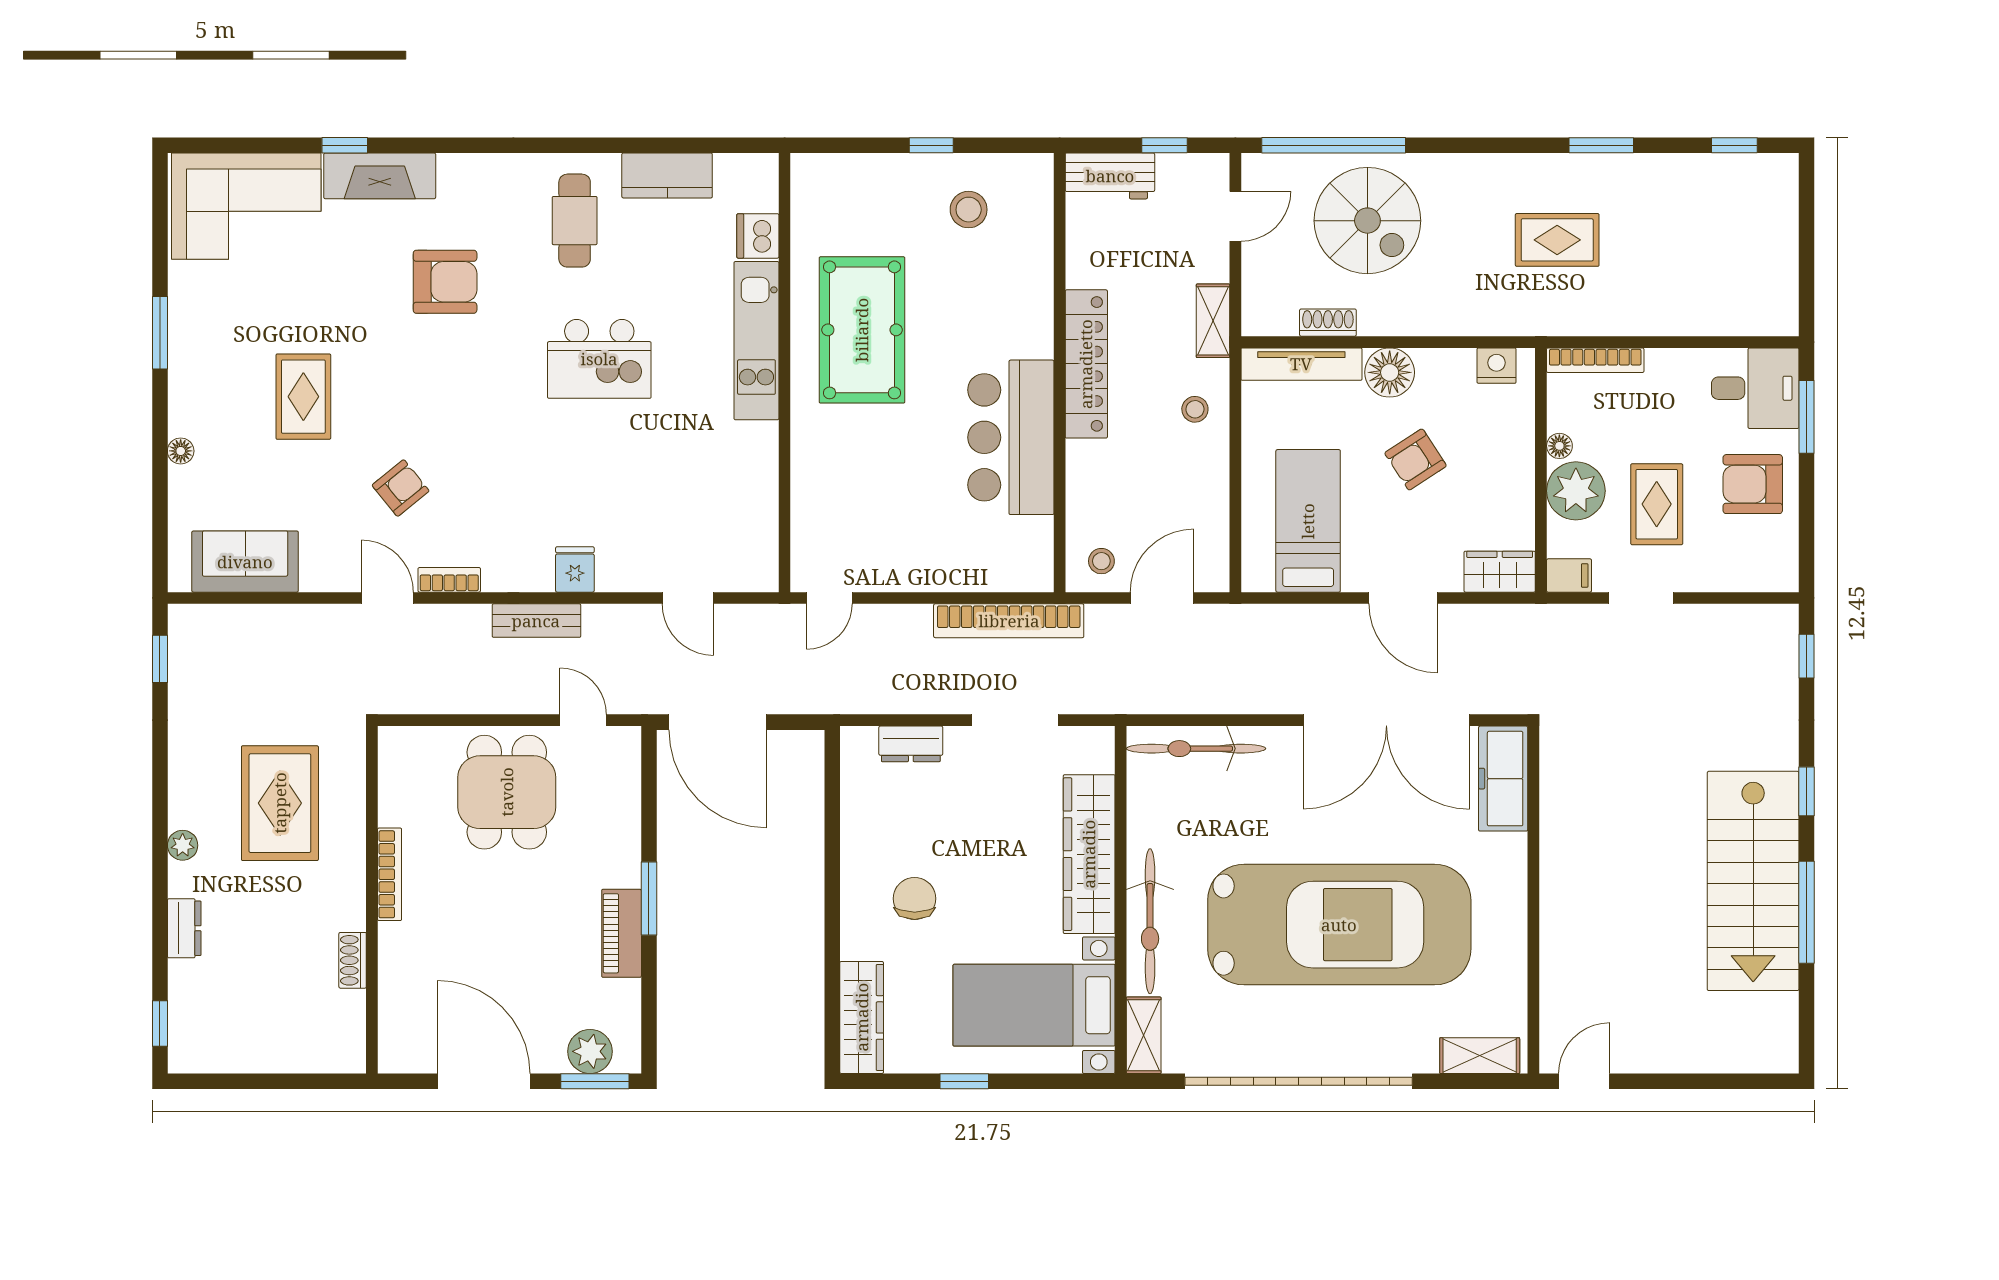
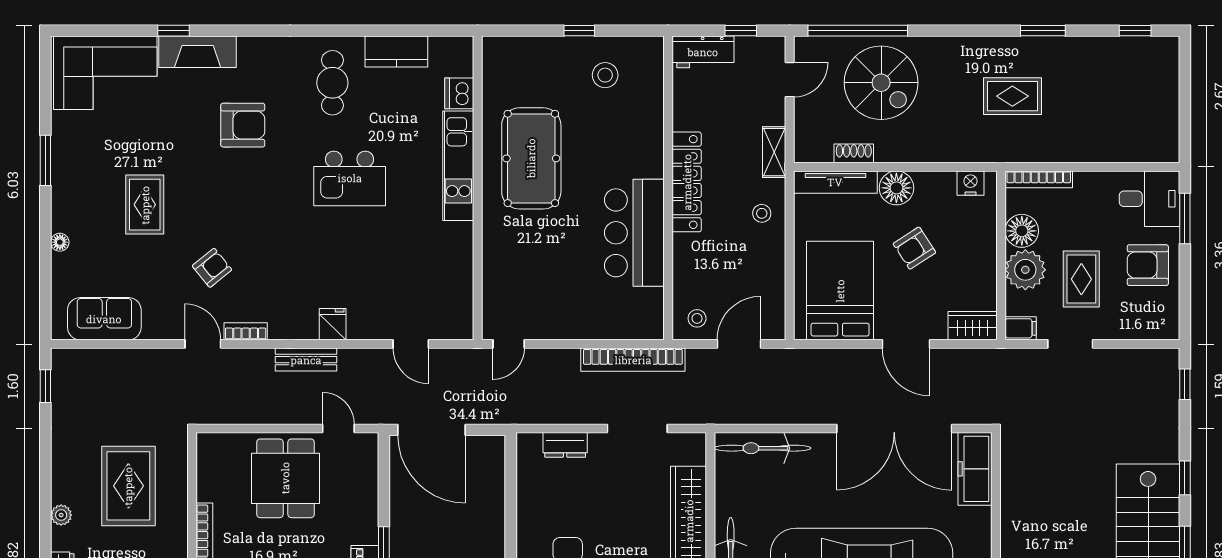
floor lamp: (1559, 446) -> (1022, 231), width x1.89, depth x1.89
bed: (1308, 521) -> (840, 291), width x1.50

